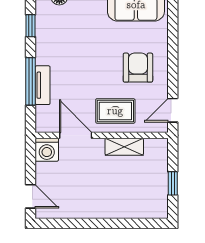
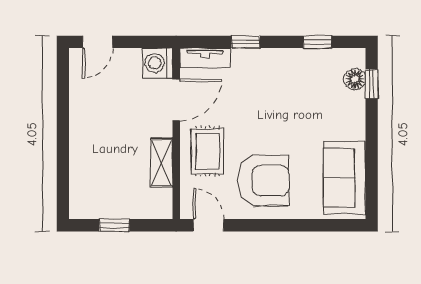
armchair: (138, 68) -> (263, 180), width x1.36, depth x1.36
window: (30, 81) -> (246, 42), width x0.46
tv unit: (43, 85) -> (205, 58), moved

